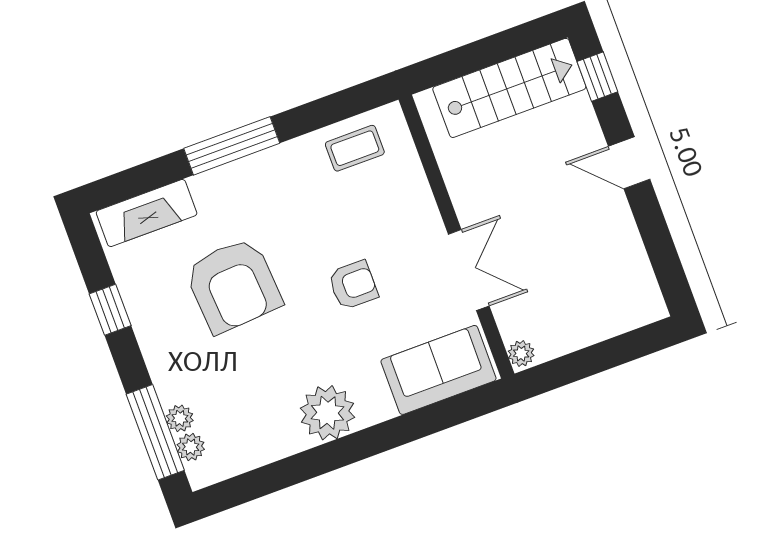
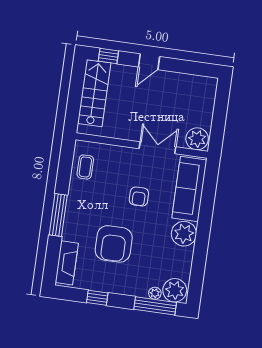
armchair: (233, 285) -> (114, 244), turned 94
armchair: (353, 285) -> (139, 197), turned 180
plant: (521, 353) -> (197, 139), width x1.88, depth x1.88
sofa: (439, 370) -> (189, 189), width x1.36
plant: (191, 447) -> (175, 290), width x1.88, depth x1.88

